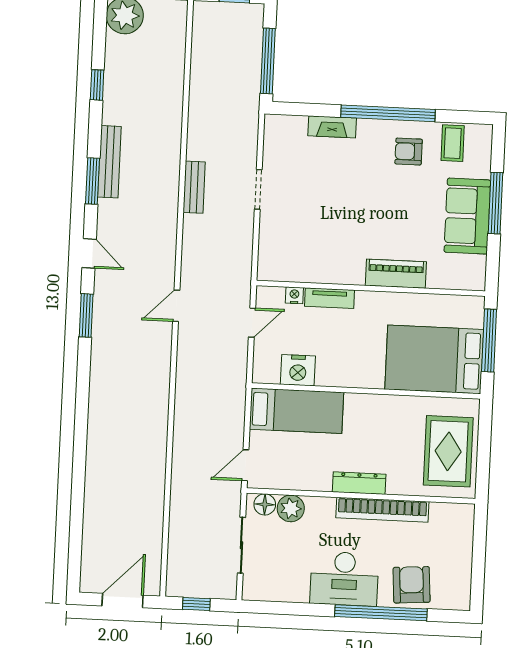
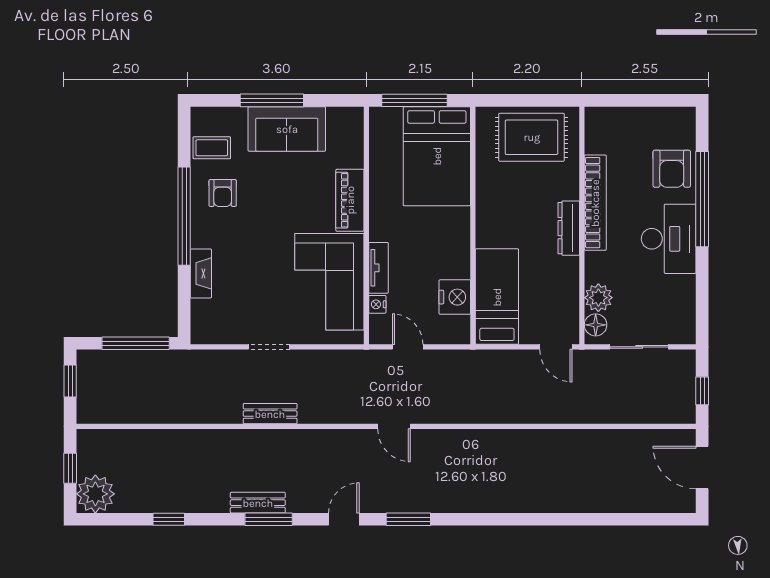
bench: (109, 162) -> (258, 503), width x0.73
corner sofa: (318, 250) -> (329, 282), added
armchair: (412, 585) -> (672, 169), turned -86

